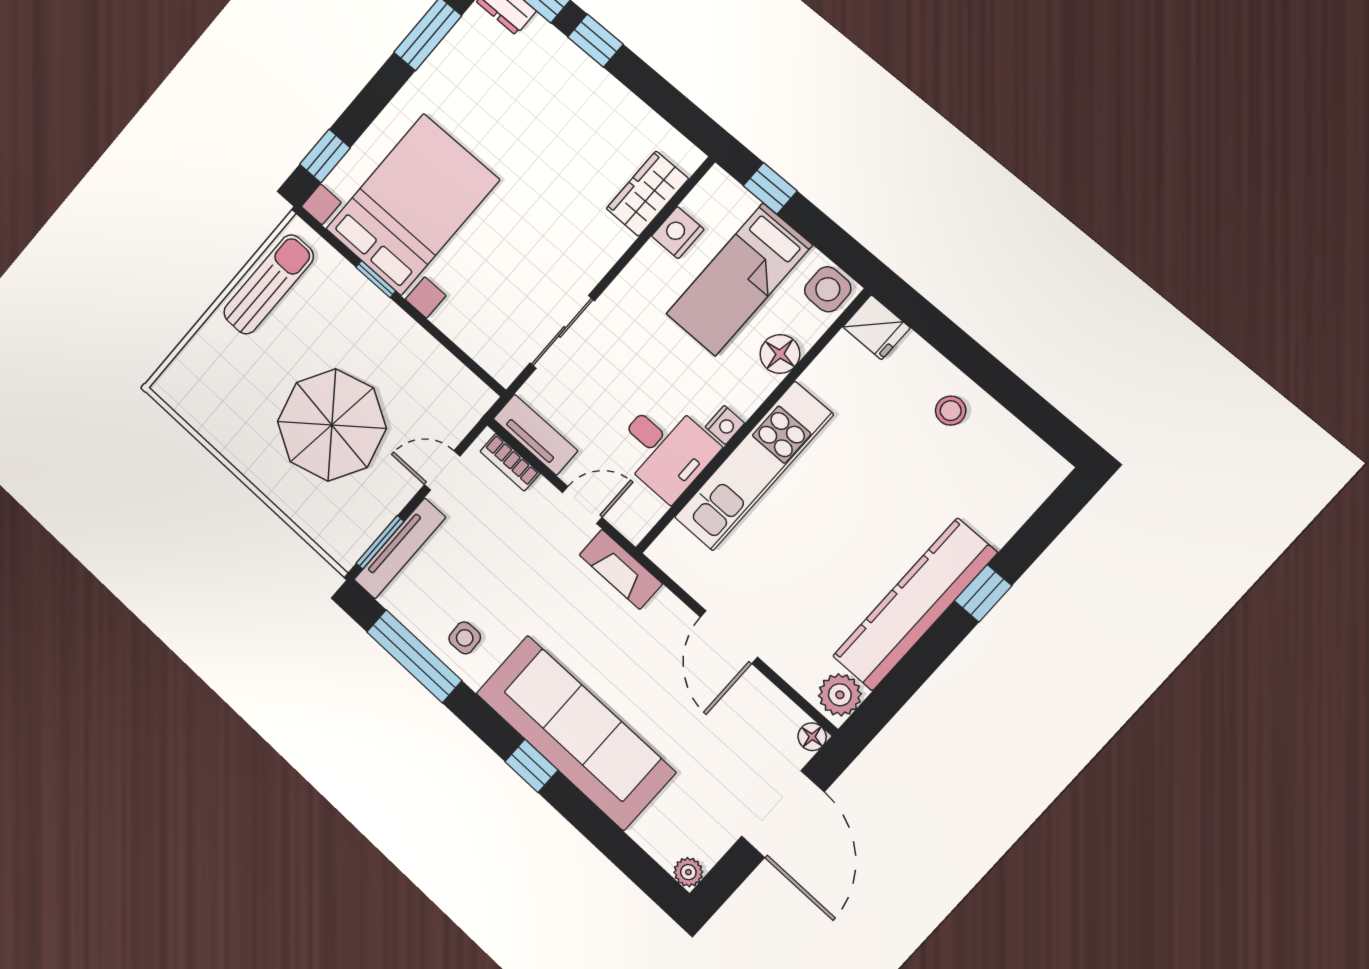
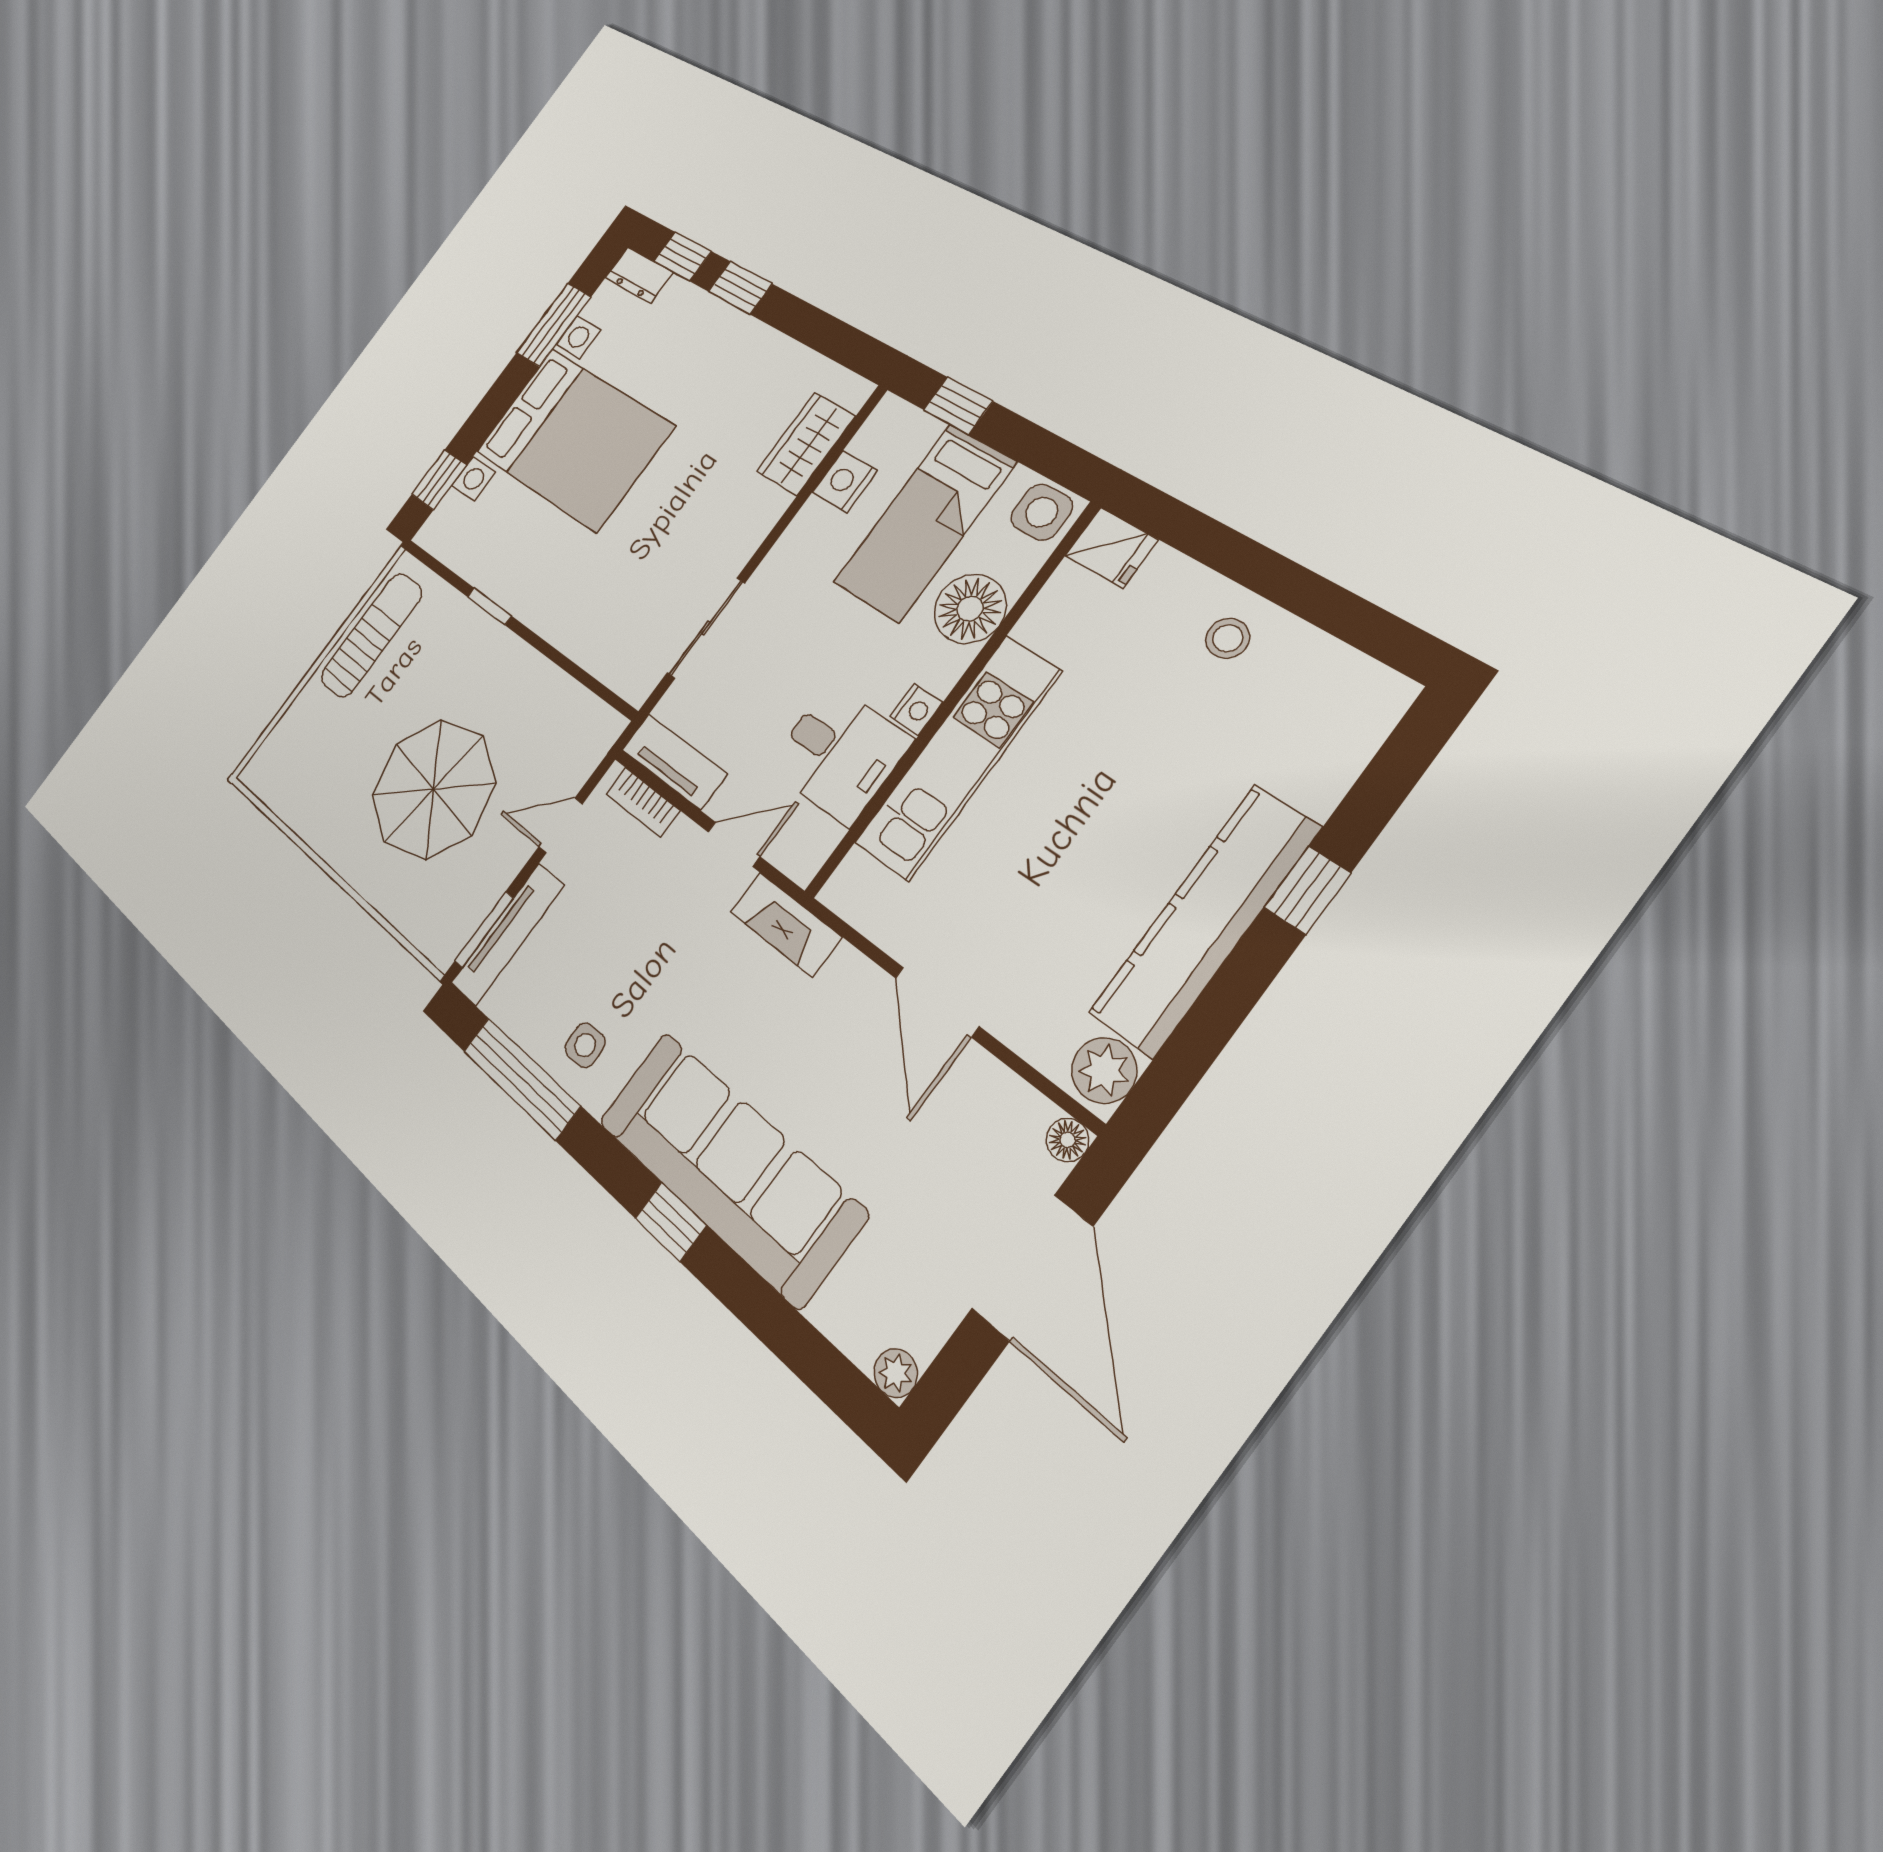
bed with nightstands: (412, 204) -> (574, 439), moved, turned 90
floor lamp: (780, 354) -> (970, 609), width x1.38, depth x1.38

